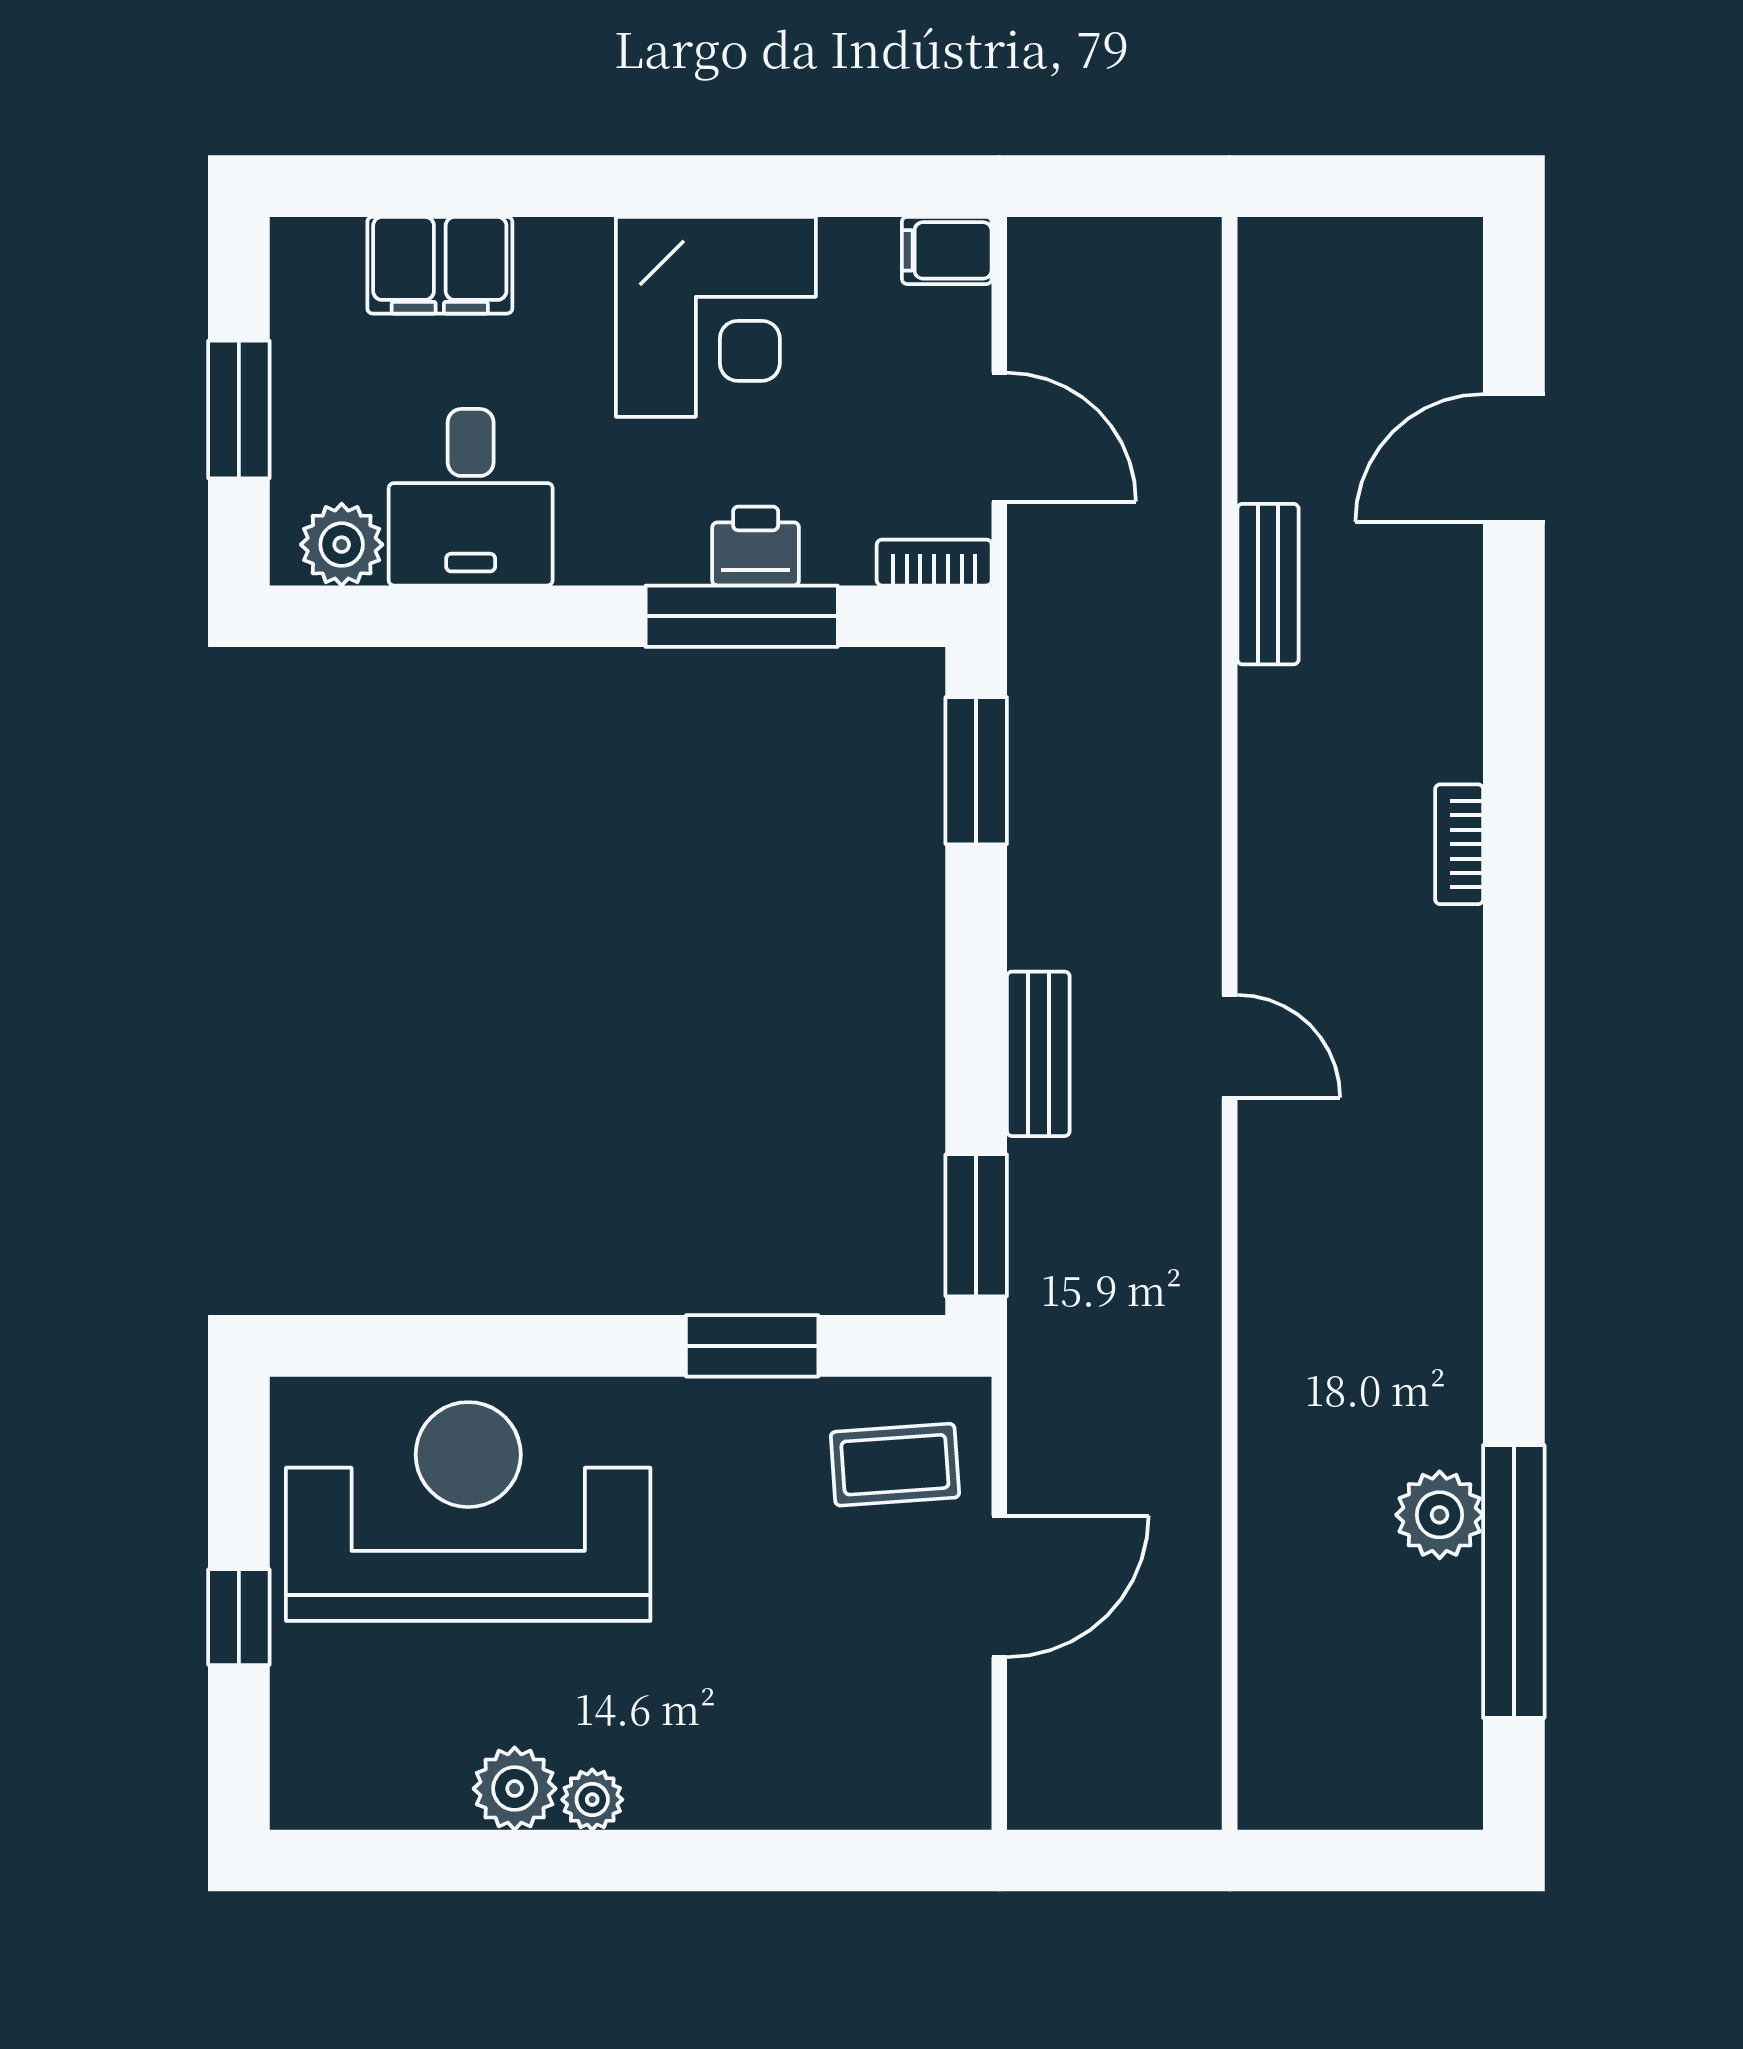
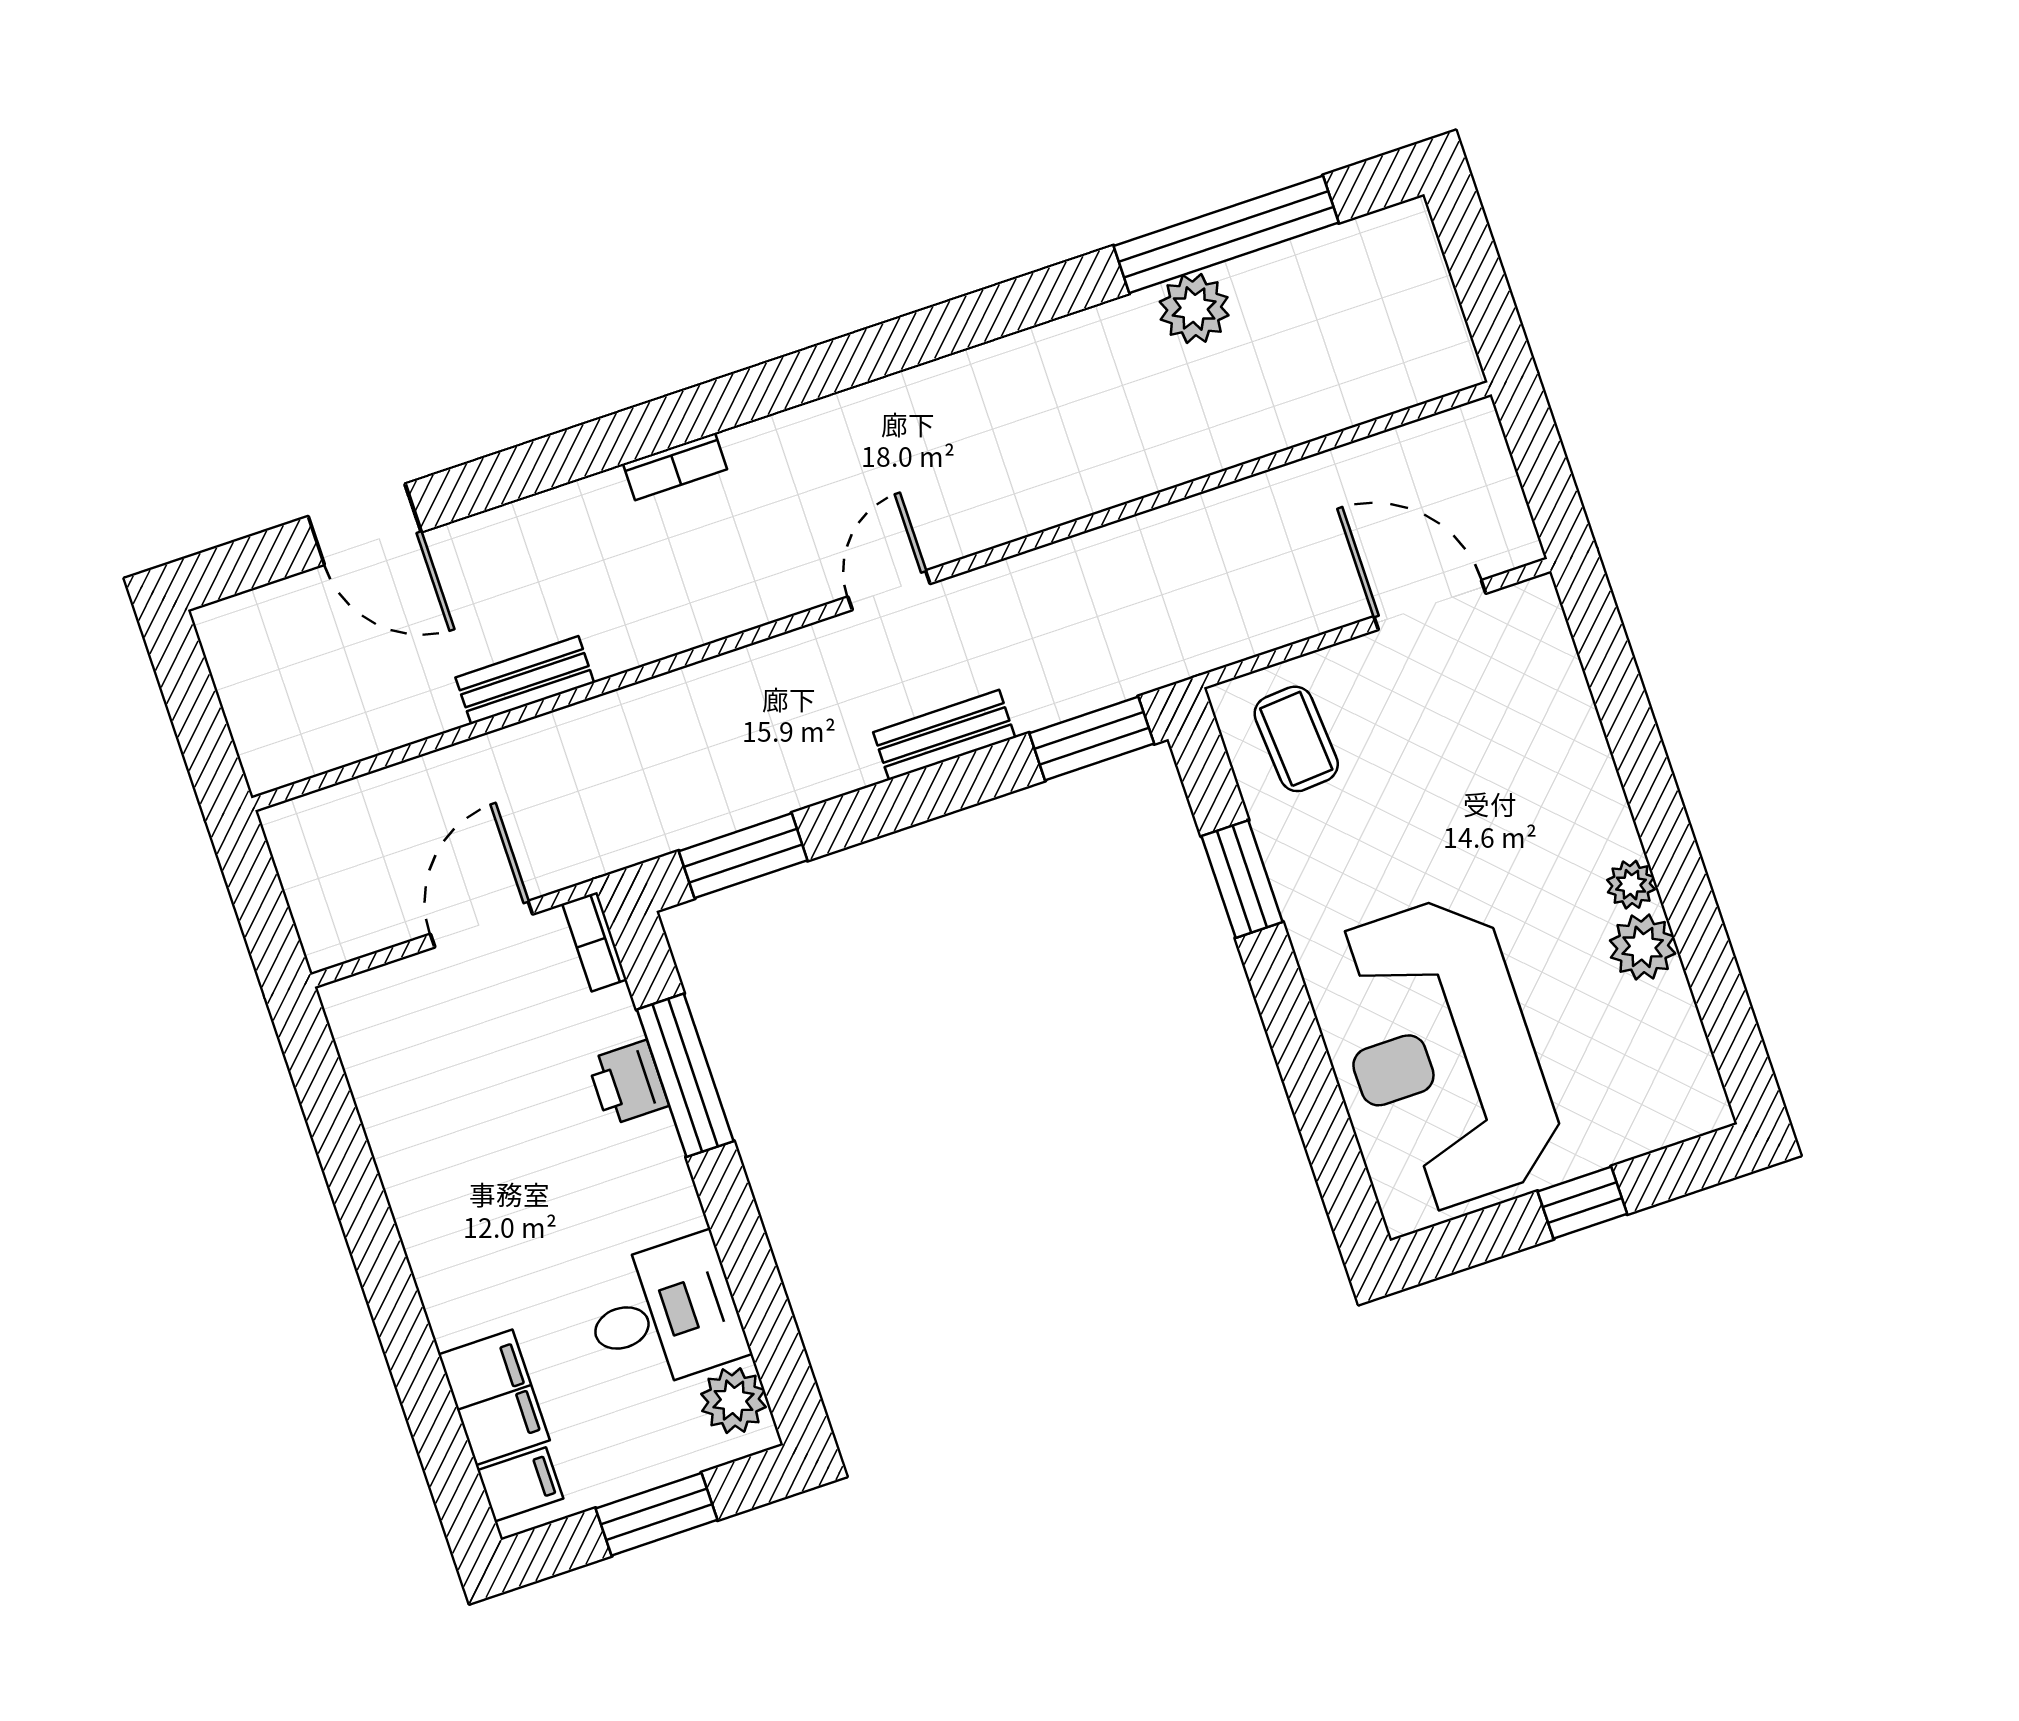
filing cabinet: (947, 250) -> (520, 1484), moved, turned -90
corner desk: (716, 317) -> (462, 1172), removed
door: (999, 1586) -> (1430, 605), moved

